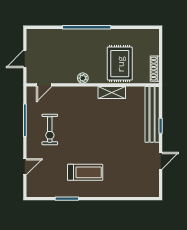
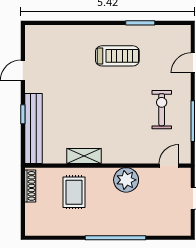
rug: (120, 64) -> (74, 192), width x0.73, depth x0.70
plant: (83, 78) -> (126, 180), width x1.87, depth x1.87
treadmill: (85, 172) -> (117, 56), turned 180

